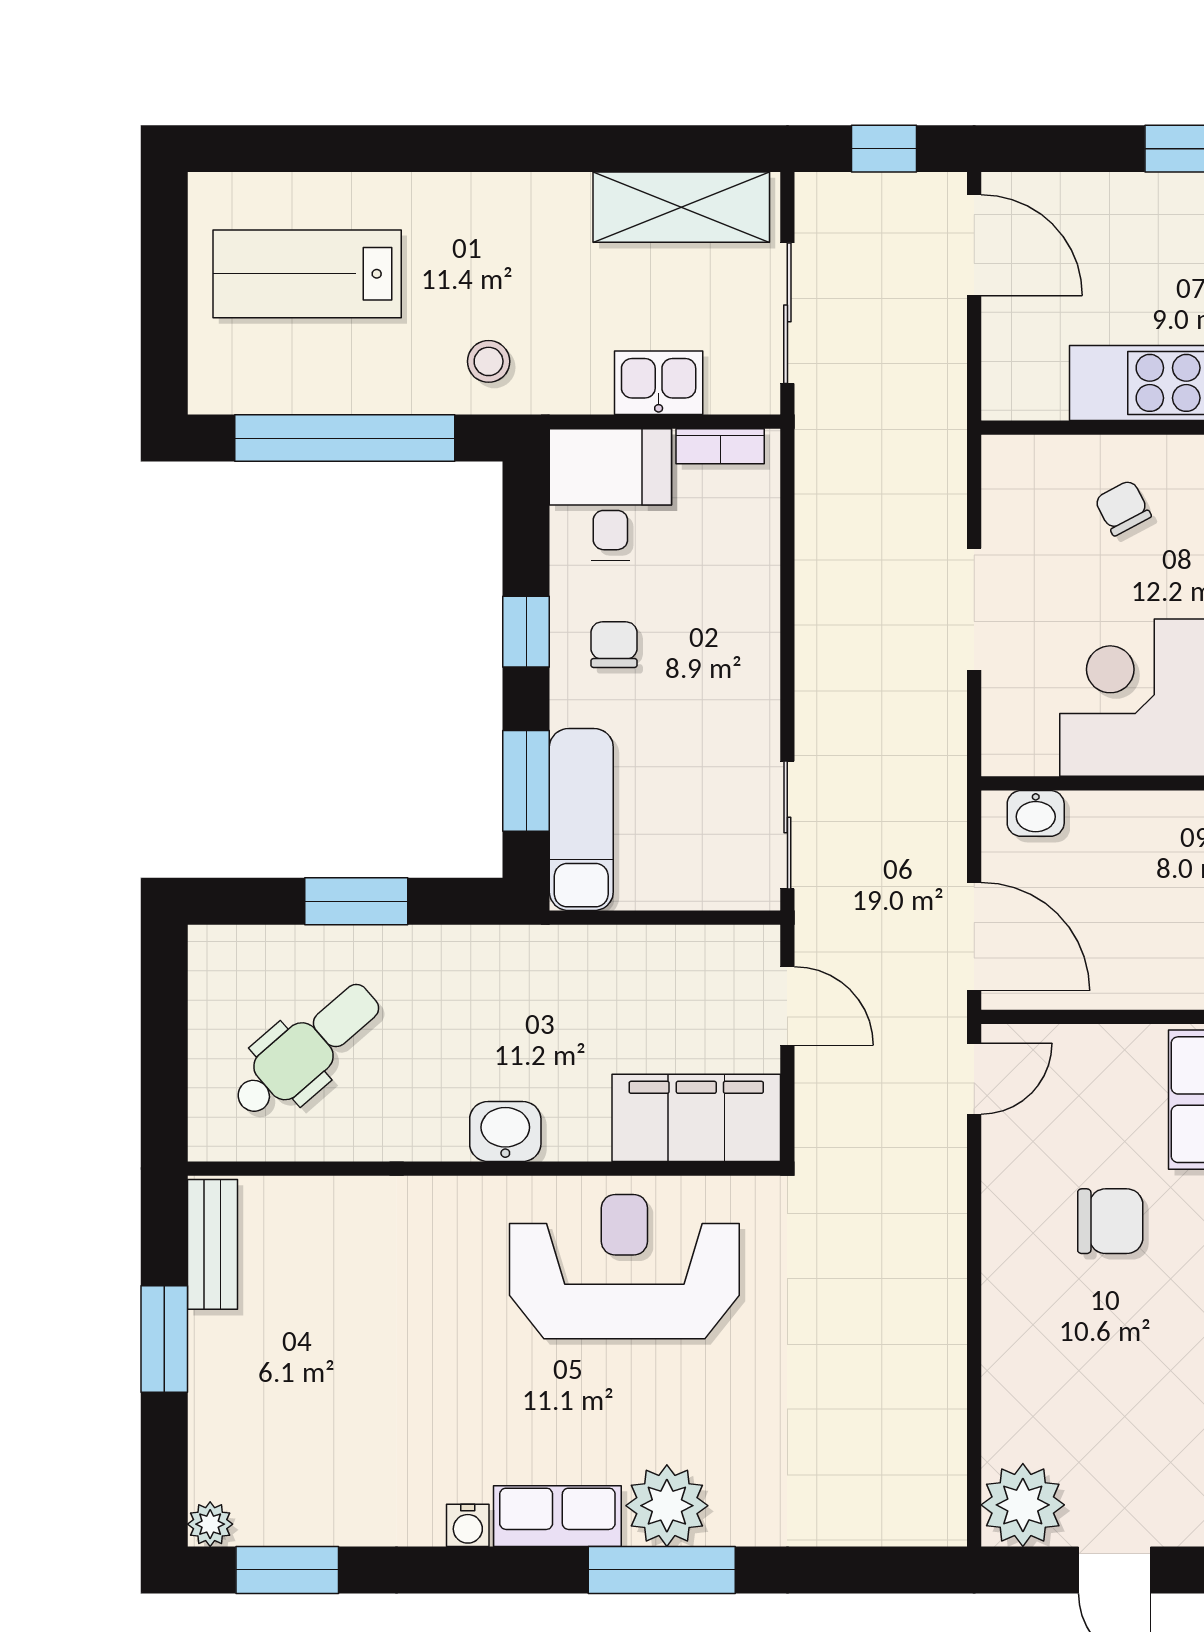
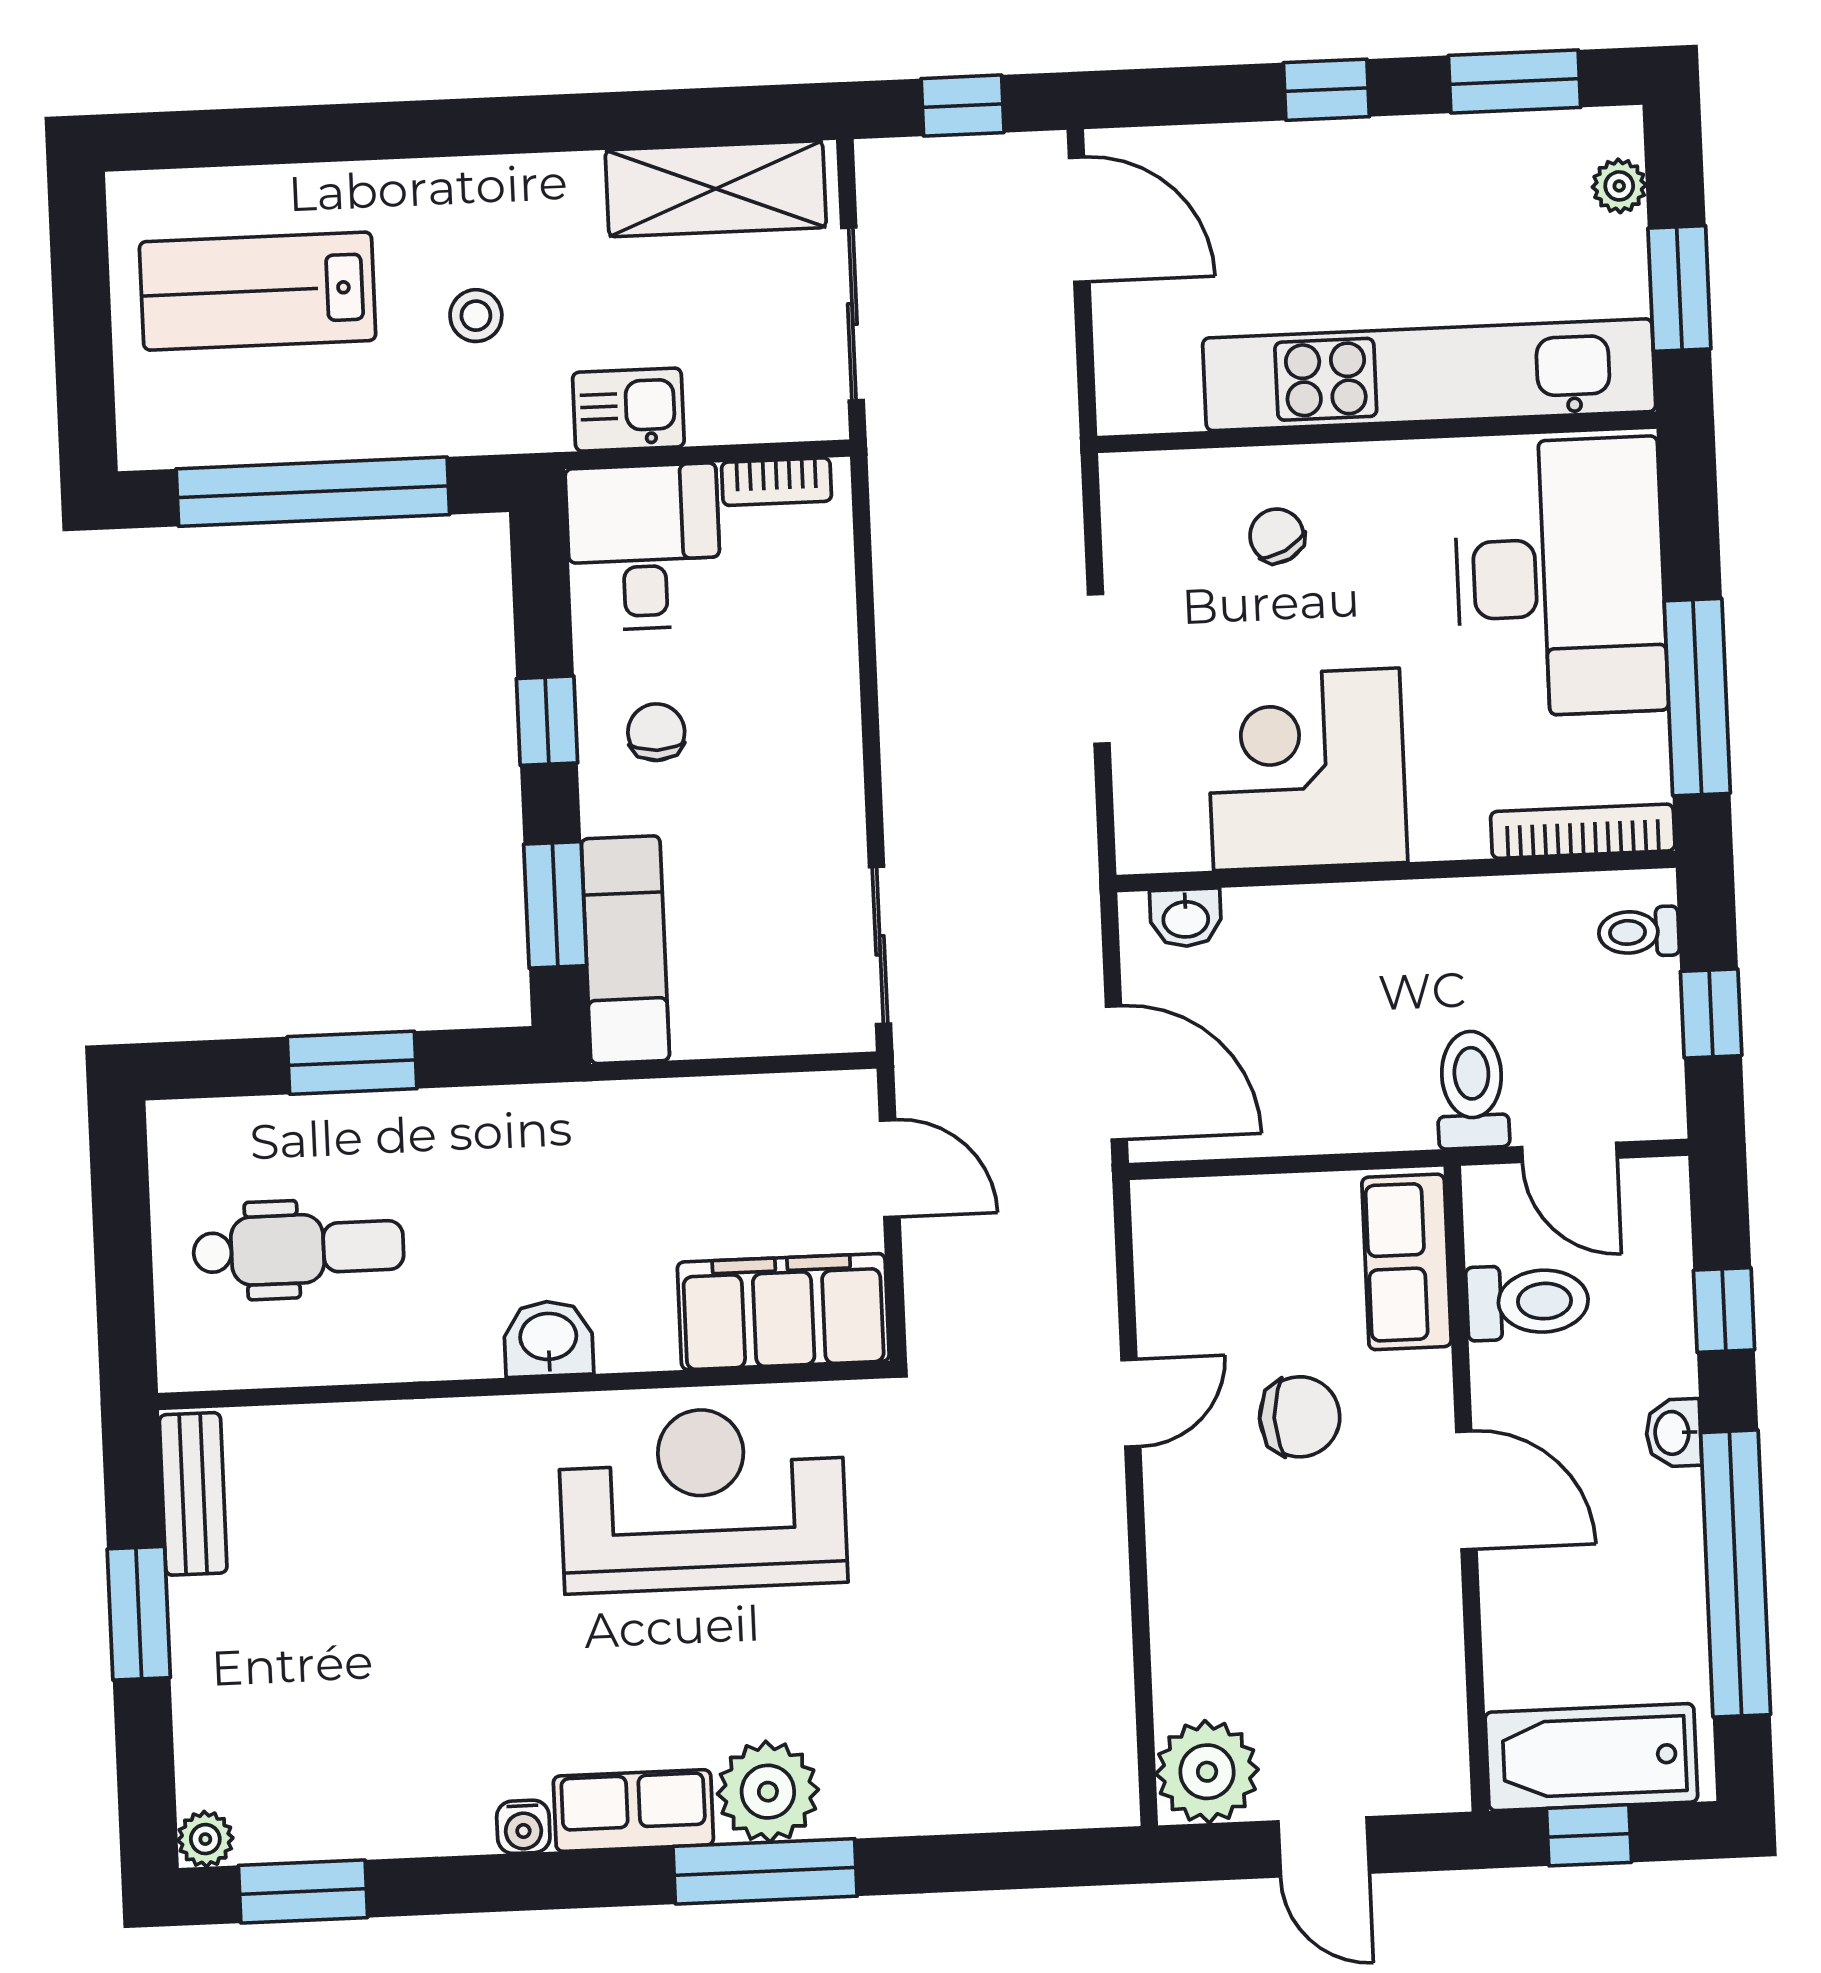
stool: (489, 361) -> (476, 316), moved
kitchen sink: (659, 383) -> (628, 410), moved
dental chair: (306, 1050) -> (298, 1249), turned 41
door: (974, 1079) -> (1131, 1403), moved

